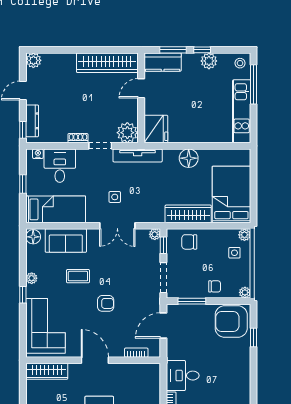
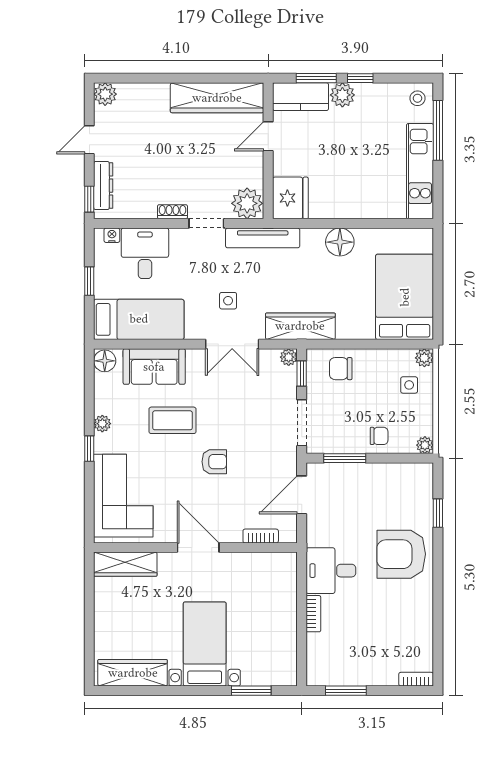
plant: (209, 61) -> (342, 95), moved
wardrobe: (188, 214) -> (300, 326), moved
coffee table: (78, 276) -> (173, 420), width x1.36, depth x1.30
armchair: (231, 322) -> (401, 554), moved

